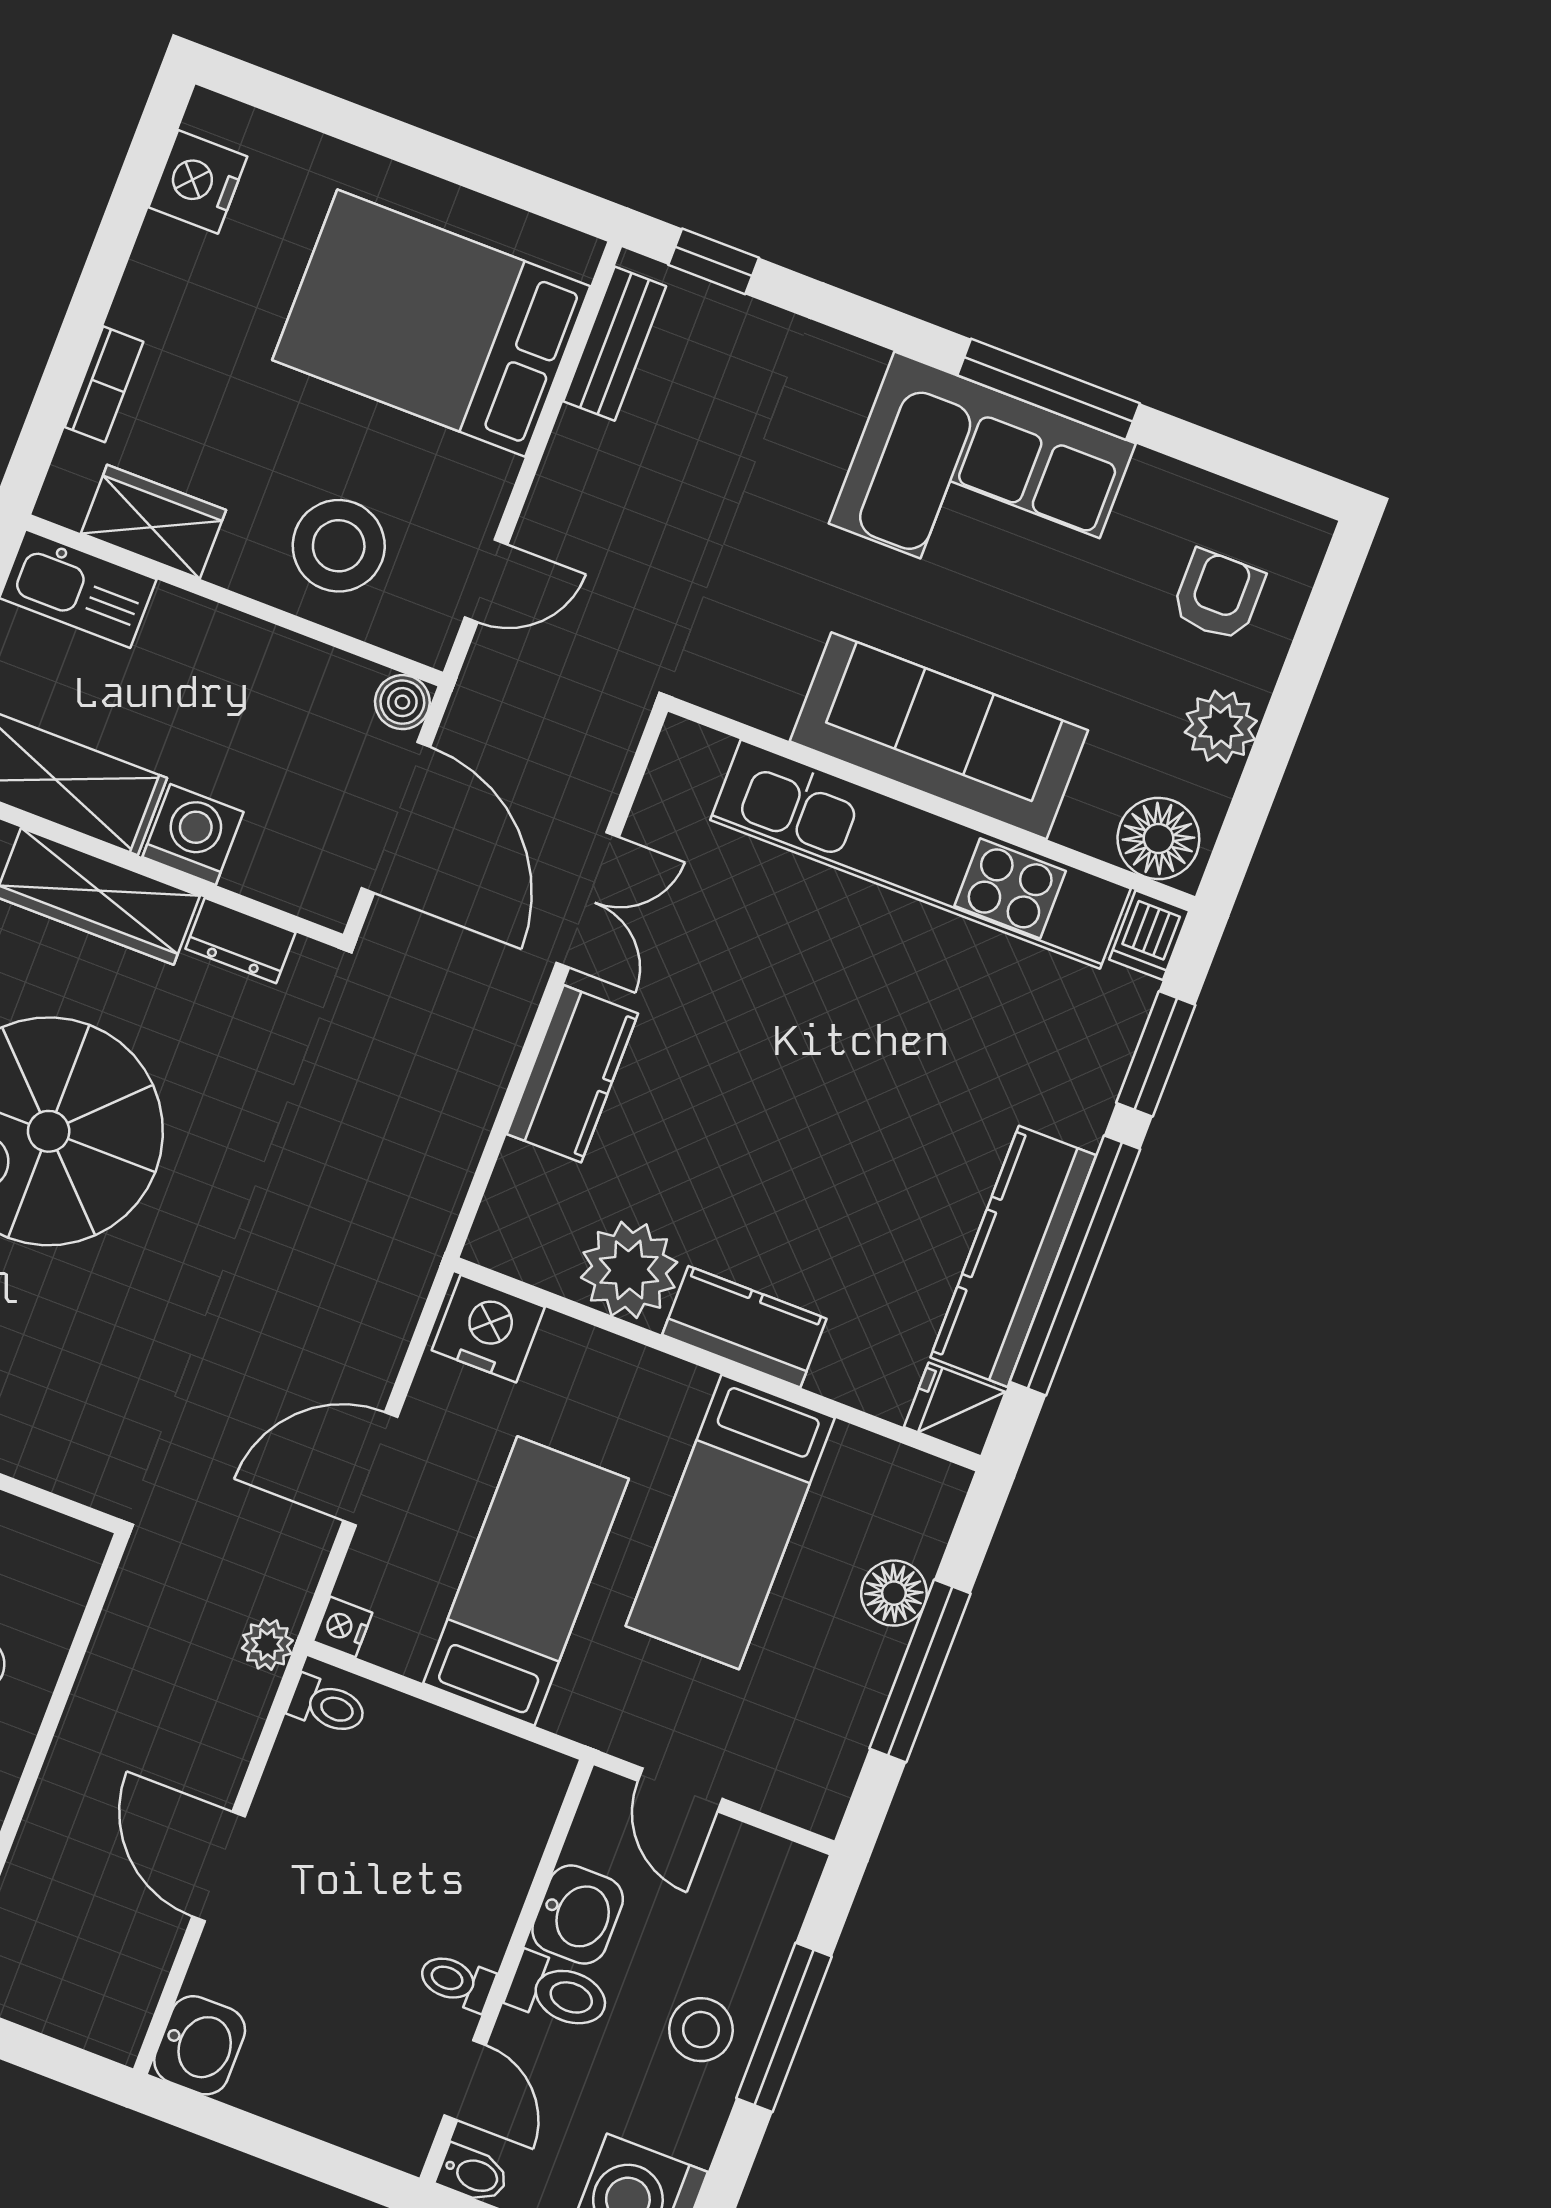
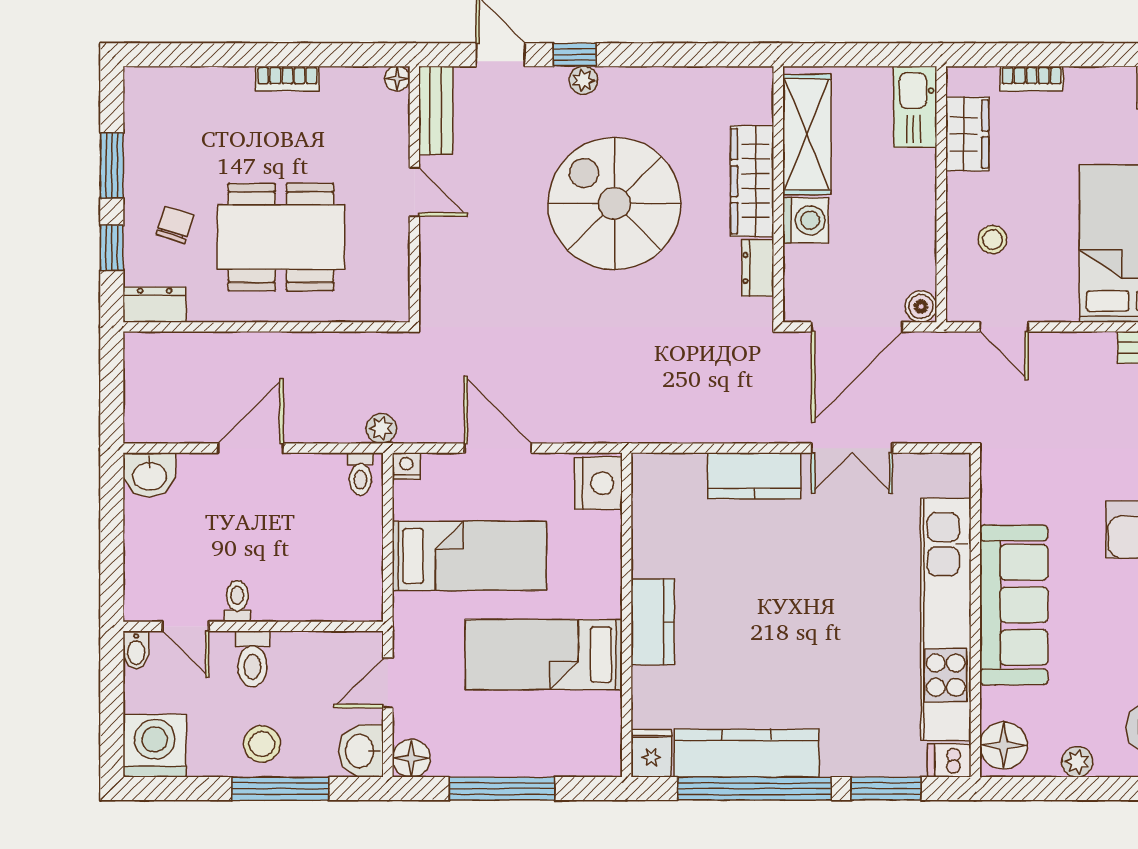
stool: (339, 546) -> (993, 240), width x0.53, depth x0.53
plant: (1221, 727) -> (1077, 762), width x0.73, depth x0.73
plant: (629, 1270) -> (660, 547), removed
floor lamp: (894, 1593) -> (411, 758), moved
washbasin: (578, 1915) -> (361, 751), moved, turned 90
door: (465, 2080) -> (186, 626), hinge flipped

